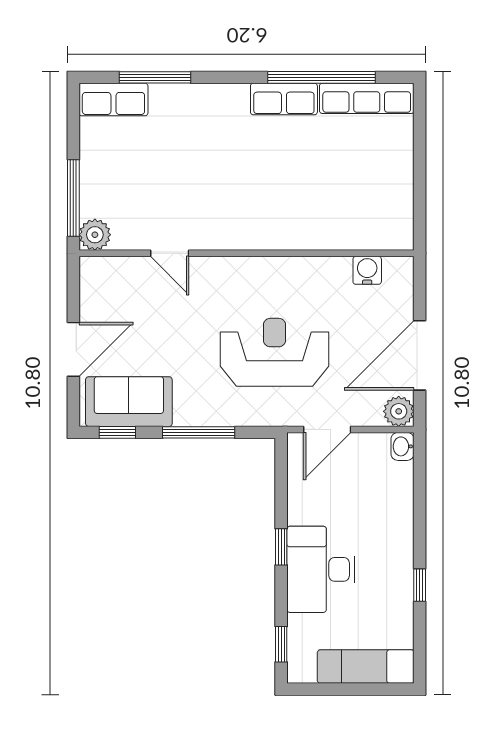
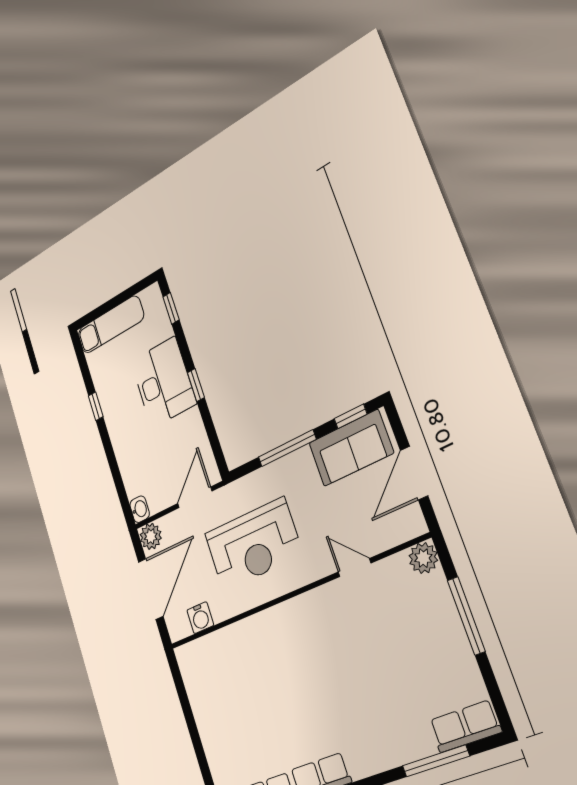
plant: (95, 235) -> (423, 558), moved
door: (170, 253) -> (355, 568), moved
wall: (247, 253) -> (294, 594), moved
water cooler: (367, 270) -> (200, 618), moved

